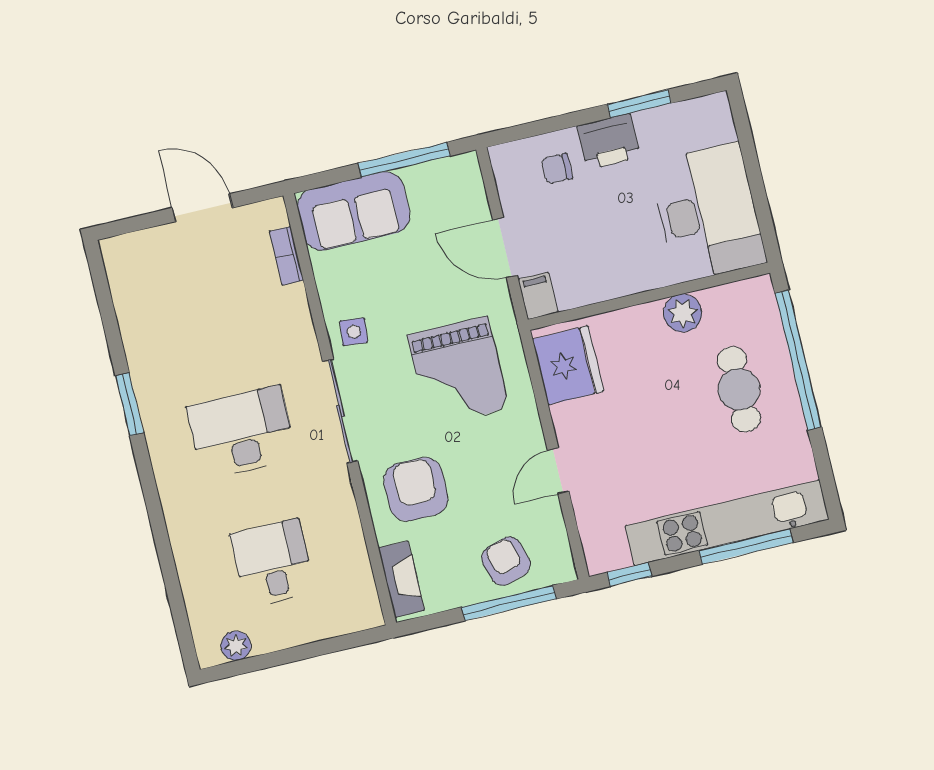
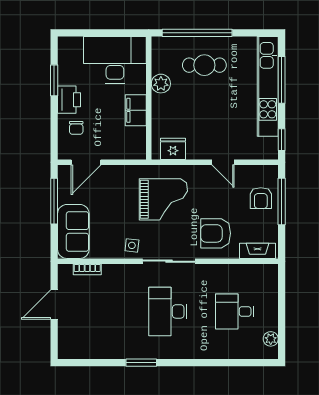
door: (505, 247) -> (86, 162), moved
filing cabinet: (538, 296) -> (136, 110), moved, width x2.00
fridge: (568, 365) -> (173, 149), width x0.73, depth x0.75
armchair: (506, 561) -> (261, 198), turned -73

